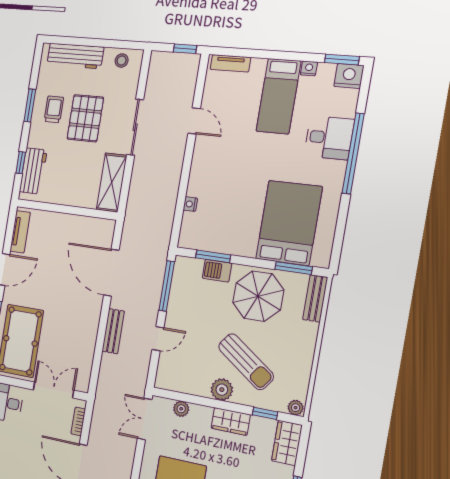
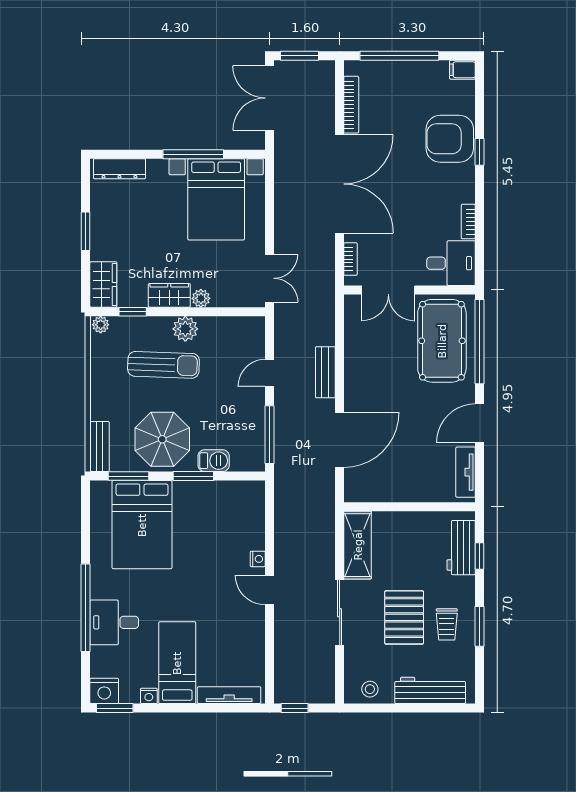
tv unit: (230, 63) -> (229, 695), width x1.41
door: (194, 121) -> (269, 590), moved
nightstand: (190, 204) -> (258, 559), moved
window: (213, 256) -> (193, 476), moved
door: (111, 273) -> (340, 440), hinge flipped
sun lounger: (246, 362) -> (163, 365), turned 146
plant: (181, 409) -> (201, 298), moved

